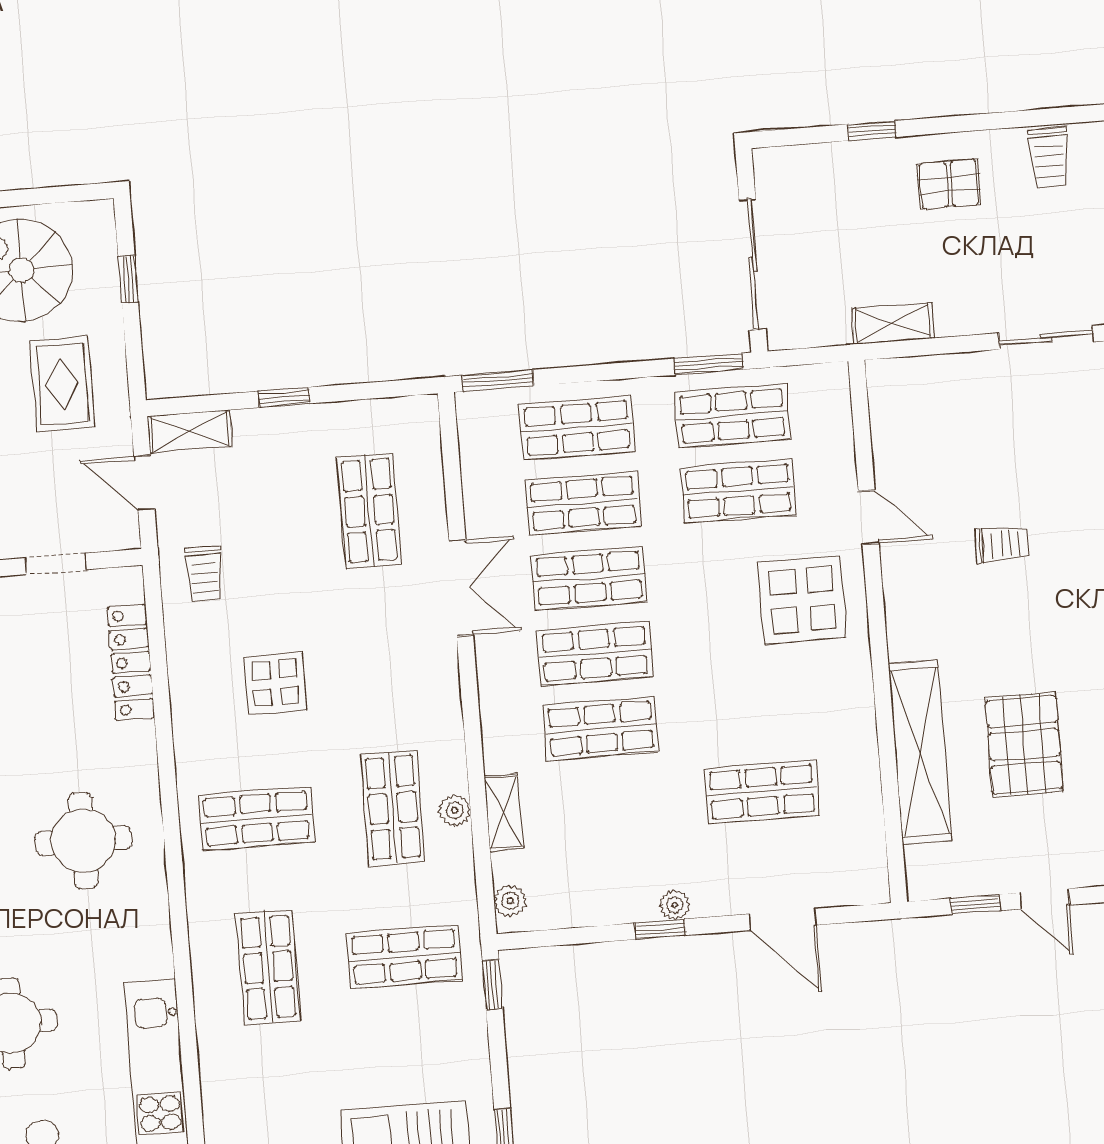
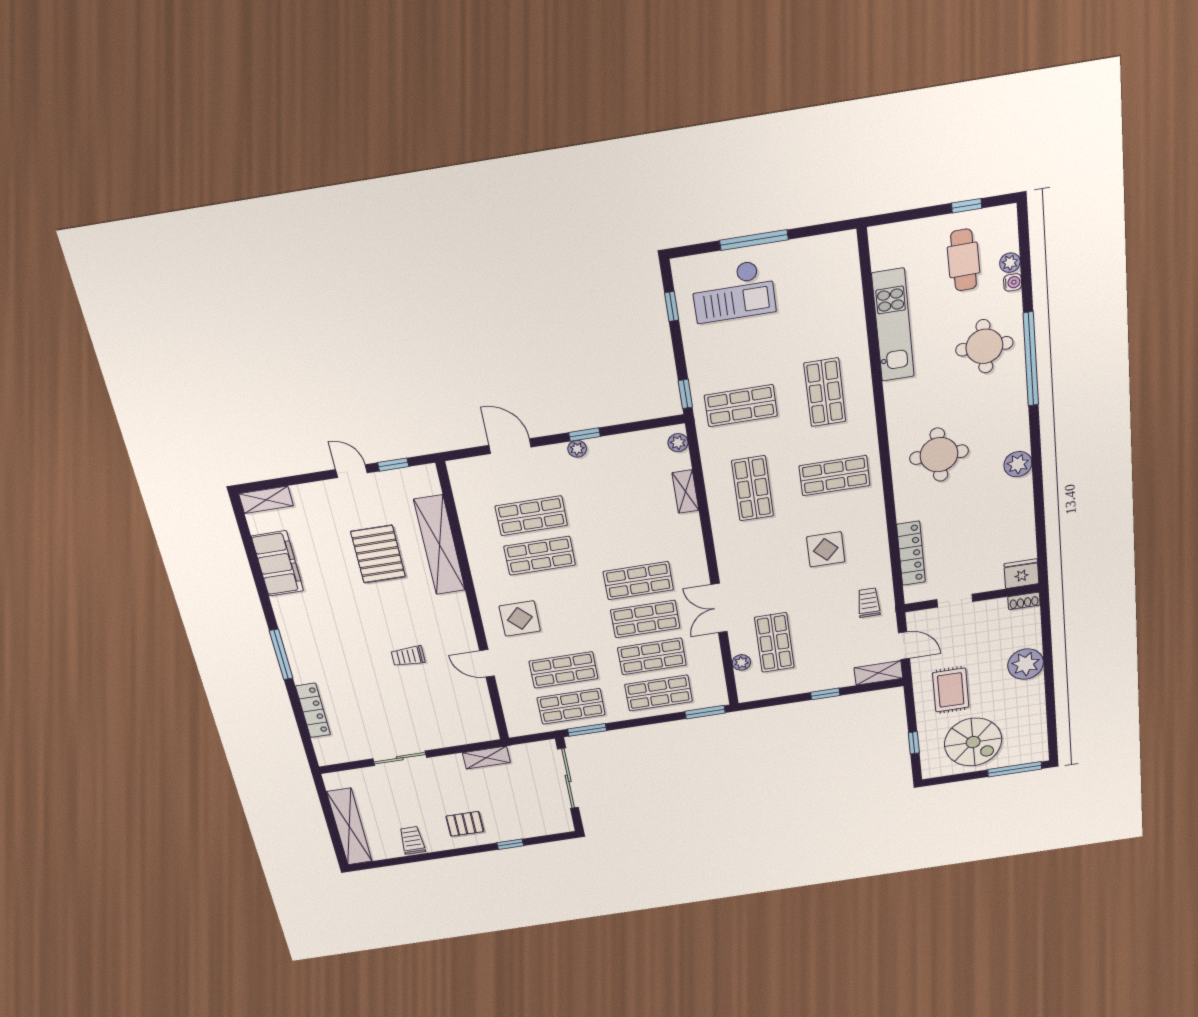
display table: (802, 600) -> (520, 619), width x0.73, depth x0.73
shop shelf: (601, 729) -> (540, 556), moved
plant: (455, 810) -> (741, 662), moved

